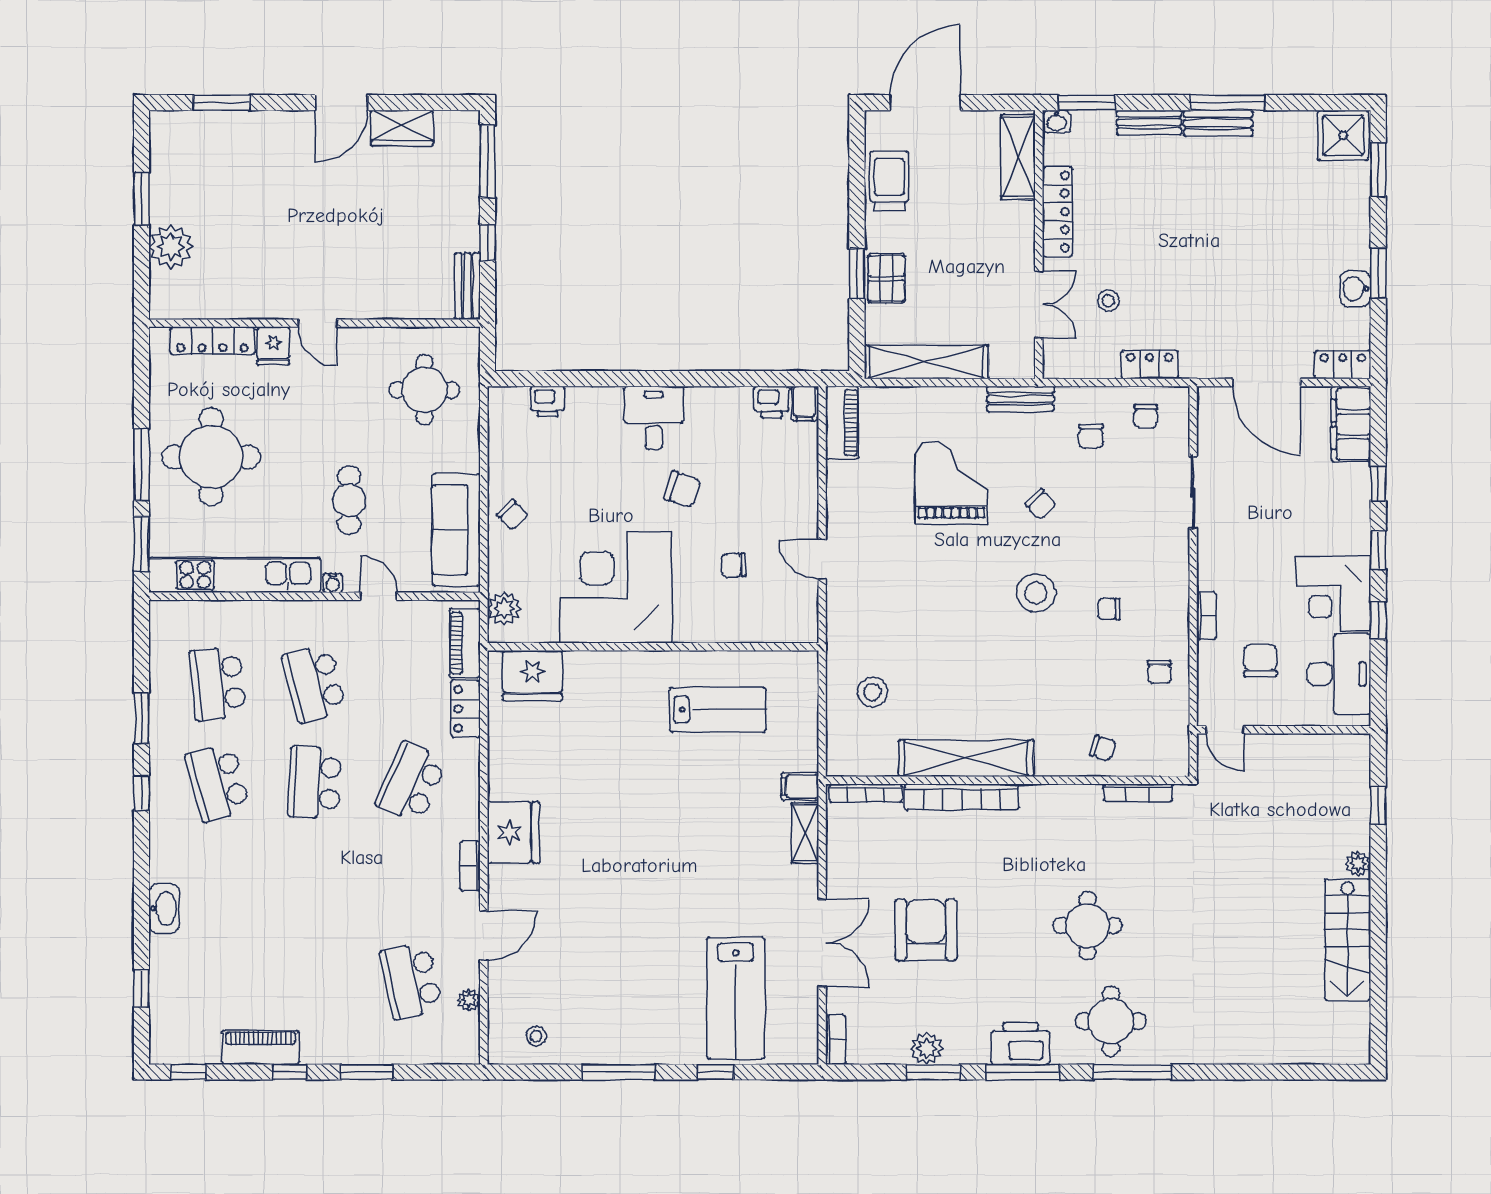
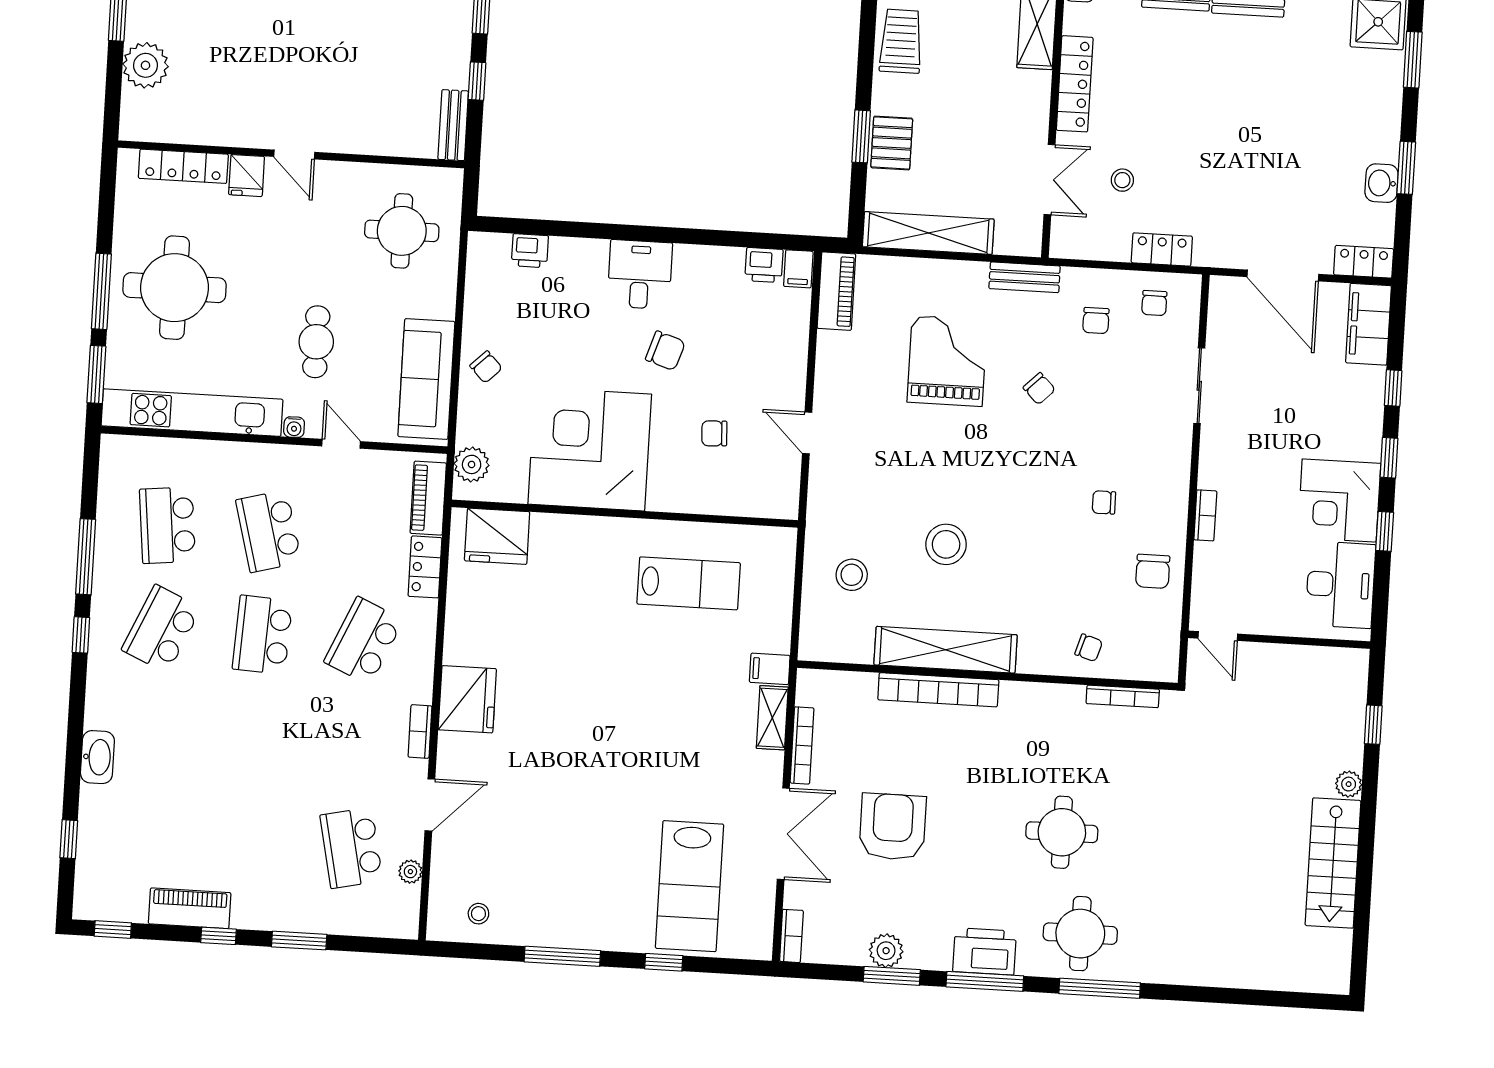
stool: (1036, 593) -> (946, 544), moved
chair: (1260, 660) -> (1259, 566), removed
chair: (1159, 672) -> (1153, 571), width x1.37, depth x1.37
window: (141, 718) -> (86, 557), width x1.44
school desk: (218, 783) -> (161, 629), turned 39
bookcase: (866, 793) -> (802, 745), moved, turned -90

